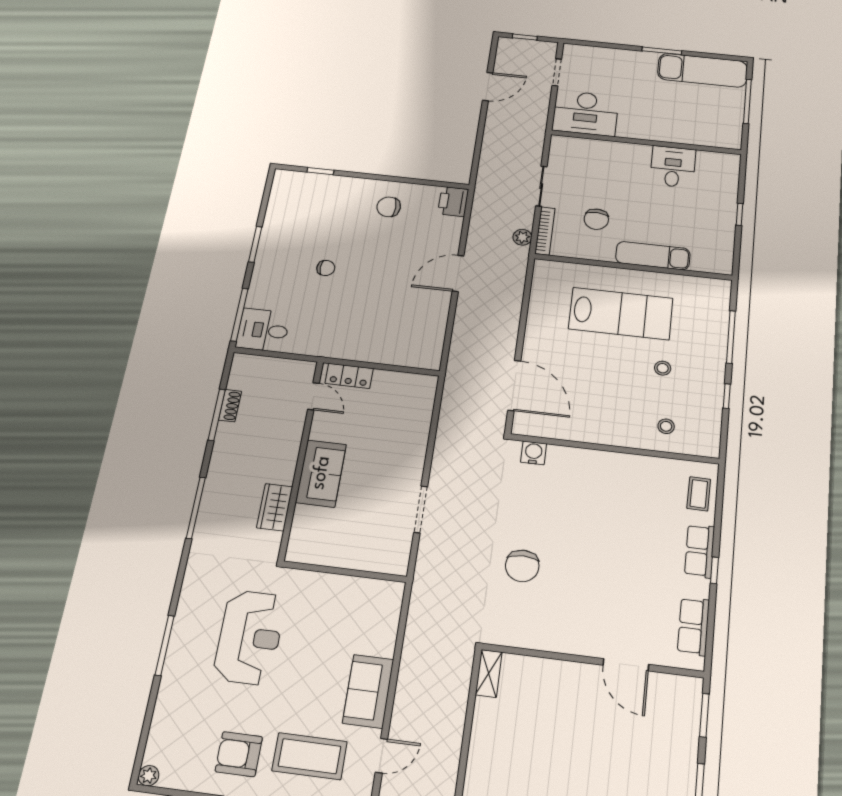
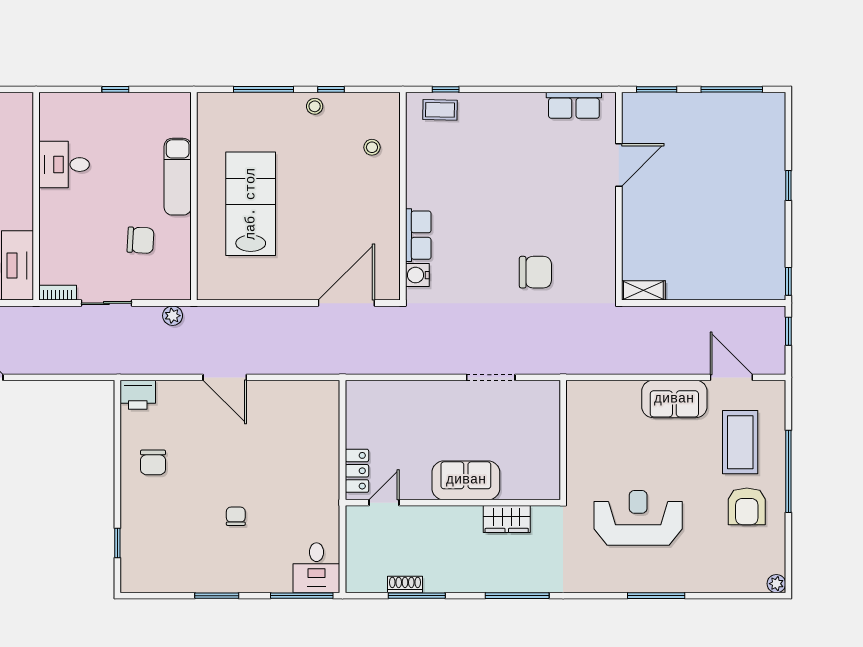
bookcase: (545, 231) -> (58, 293), moved, width x0.64
stool: (663, 368) -> (315, 106), moved
row of seats: (700, 551) -> (418, 235), moved, turned -90
window: (714, 570) -> (446, 89), moved
door: (381, 756) -> (731, 377), width x1.38

